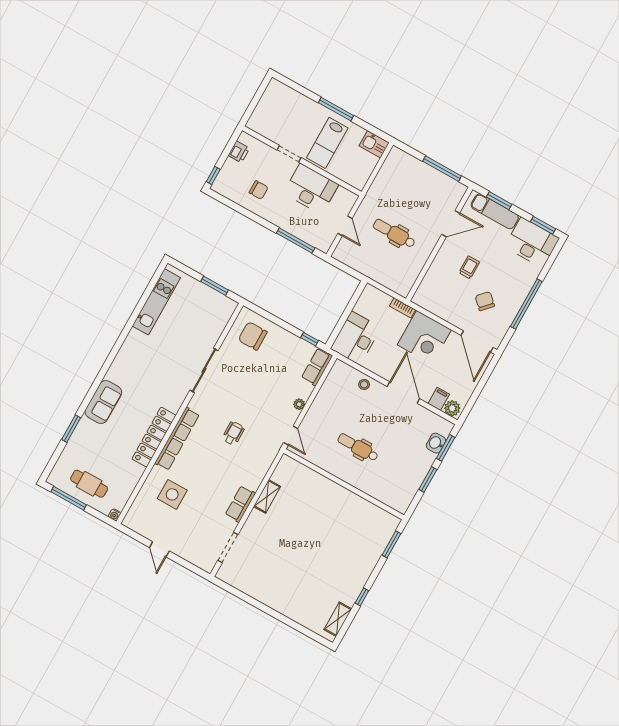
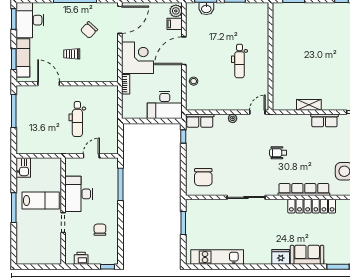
fridge: (117, 372) -> (281, 257), added

